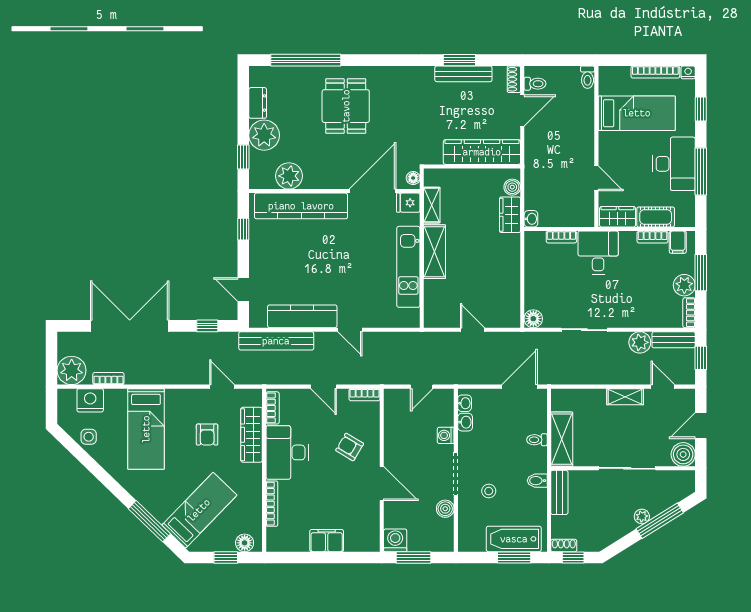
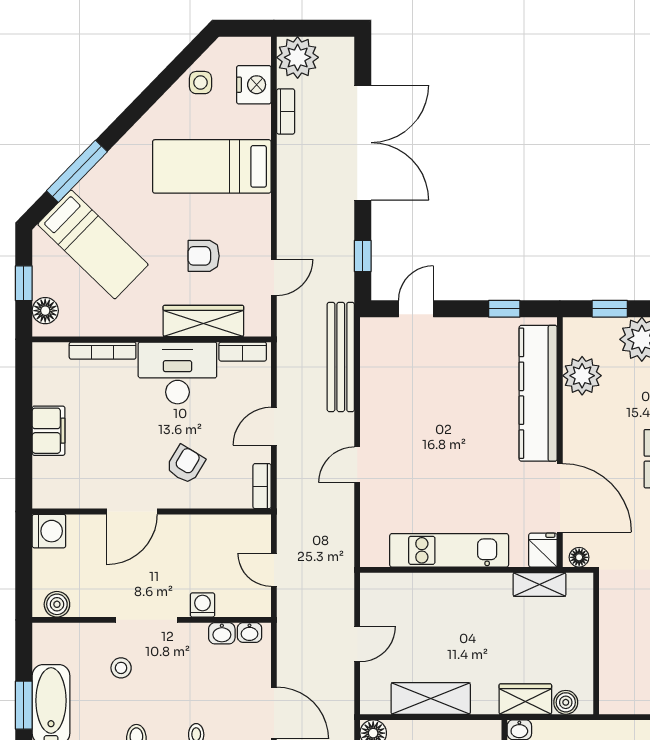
wardrobe: (482, 152) -> (617, 658), removed
shelving: (434, 252) -> (431, 698), moved
kitchen counter: (302, 316) -> (377, 395), removed
boiler: (445, 509) -> (57, 604), moved
window: (414, 557) -> (24, 558), removed

